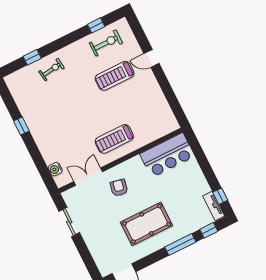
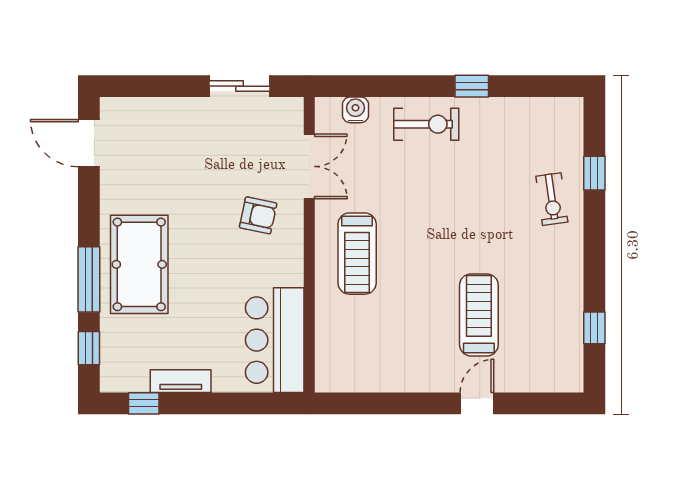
exercise bike: (106, 43) -> (426, 124), moved, turned -90
treadmill: (114, 139) -> (357, 254), turned 180
tv unit: (214, 206) -> (181, 381), moved
pool table: (146, 224) -> (139, 264), moved

